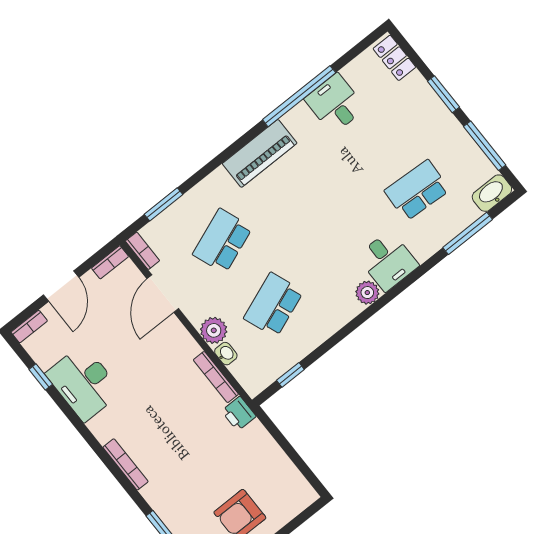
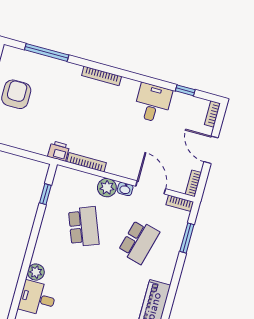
school desk: (222, 241) -> (139, 242), turned 36
washbasin: (226, 354) -> (125, 189), moved
desk: (84, 383) -> (153, 103), width x0.73

